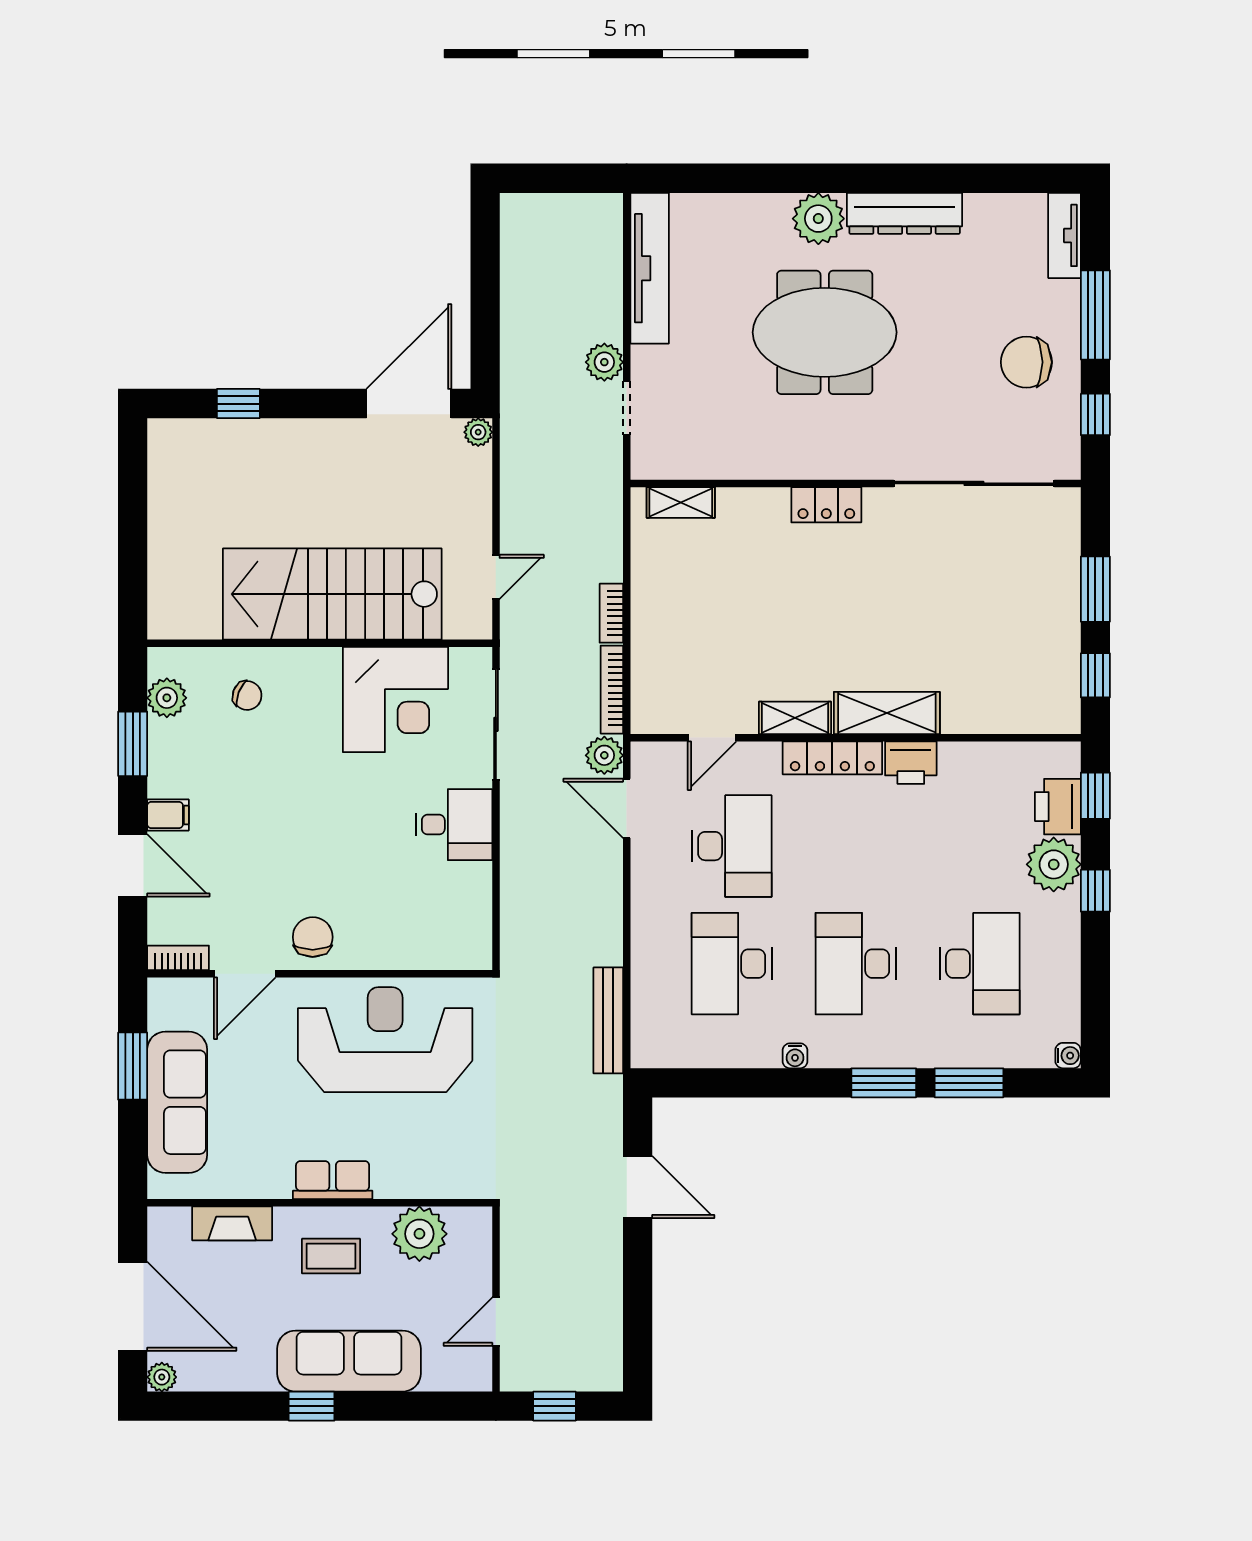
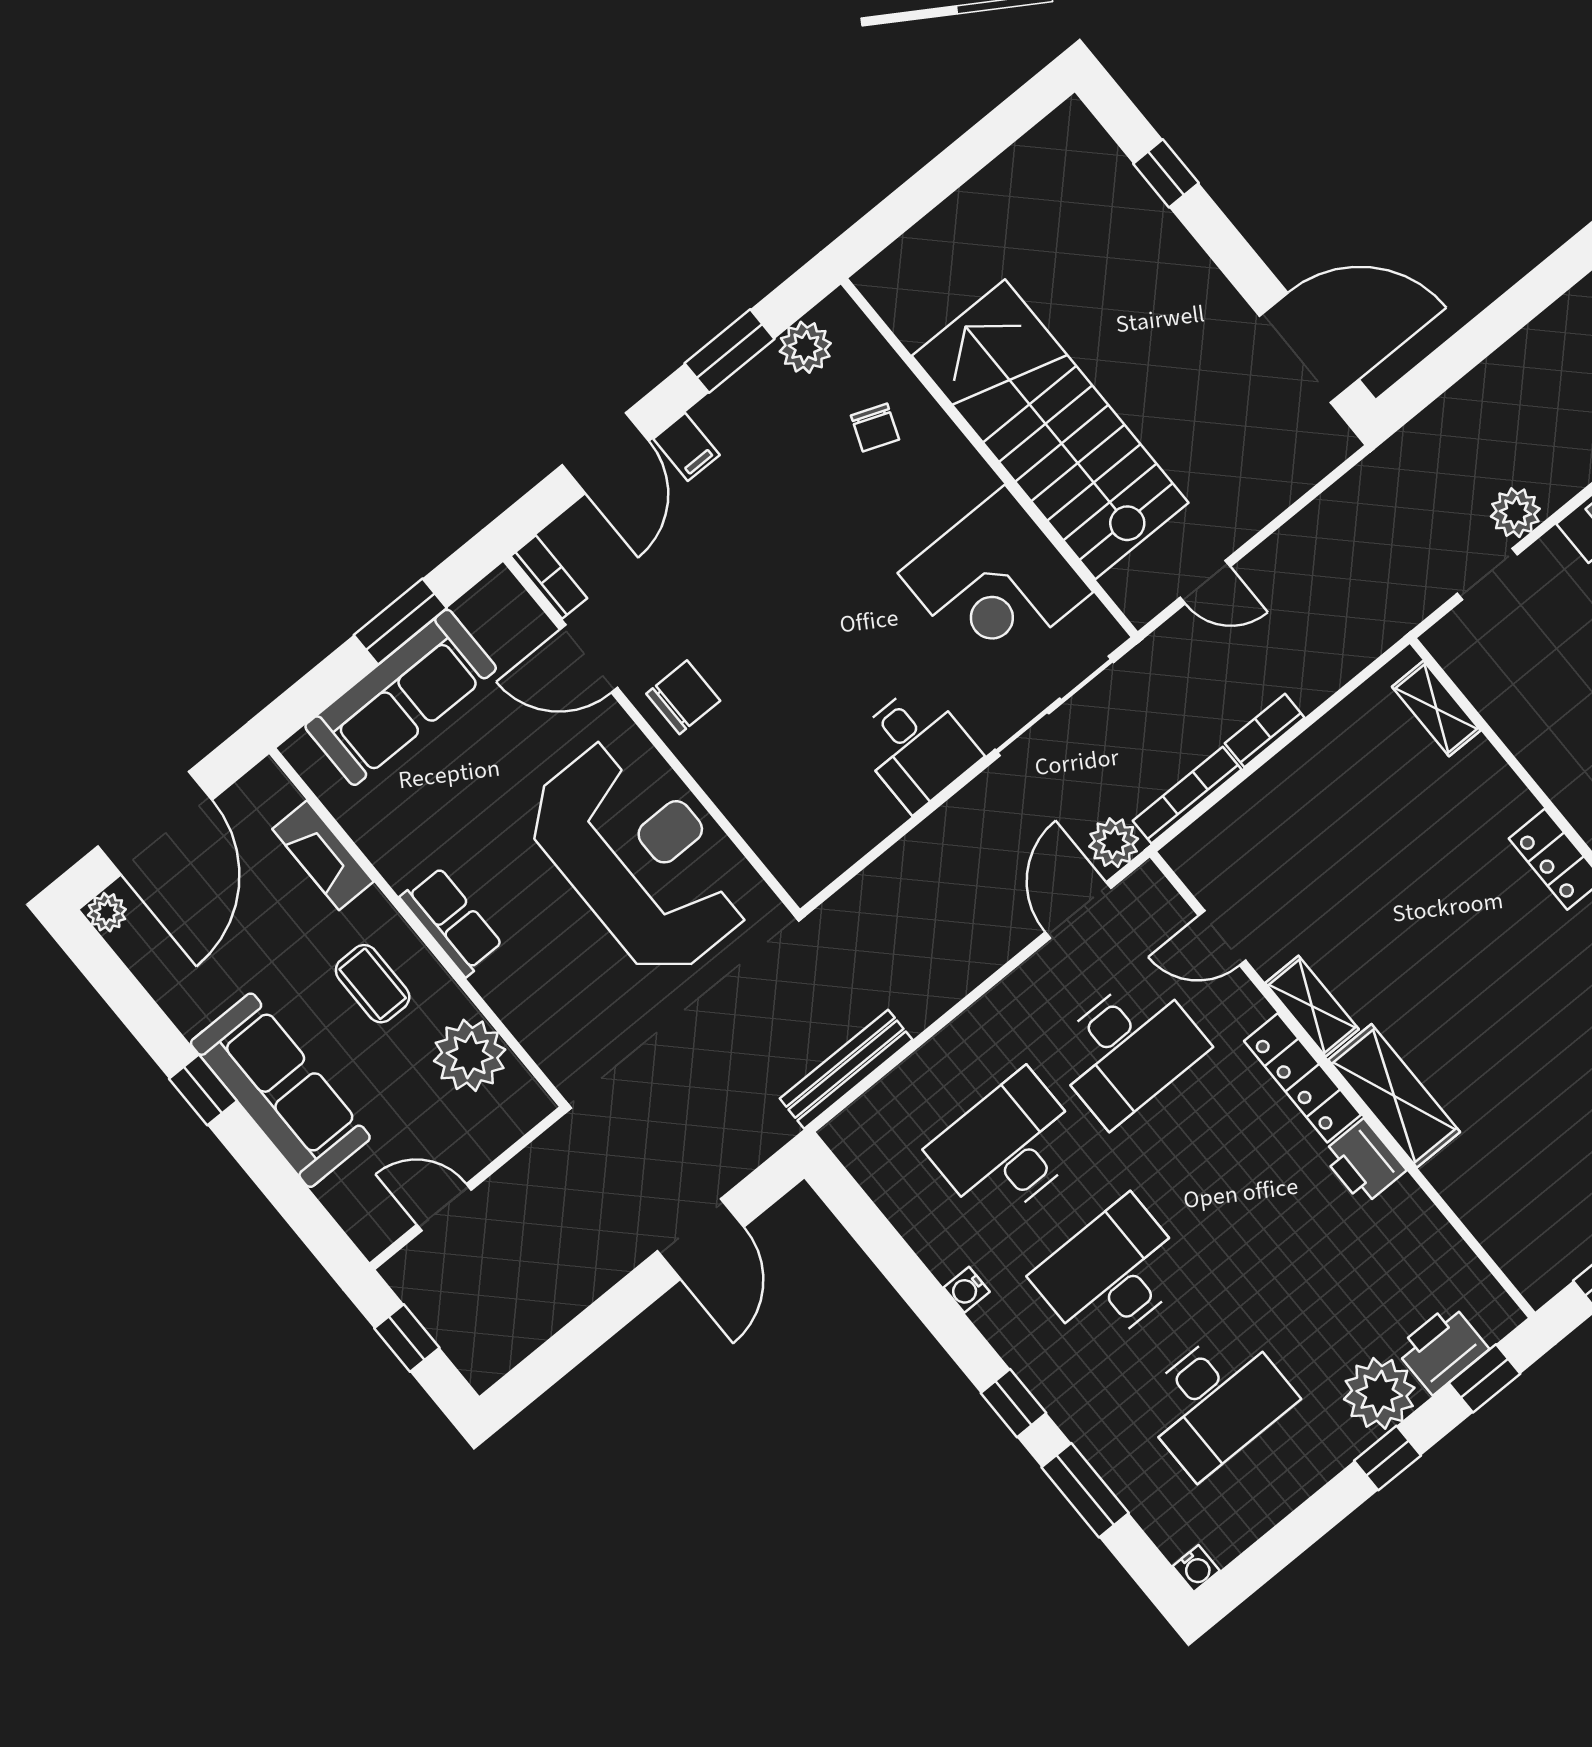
plant: (478, 432) -> (1338, 443), removed
window: (884, 1083) -> (1014, 1403), width x0.67

